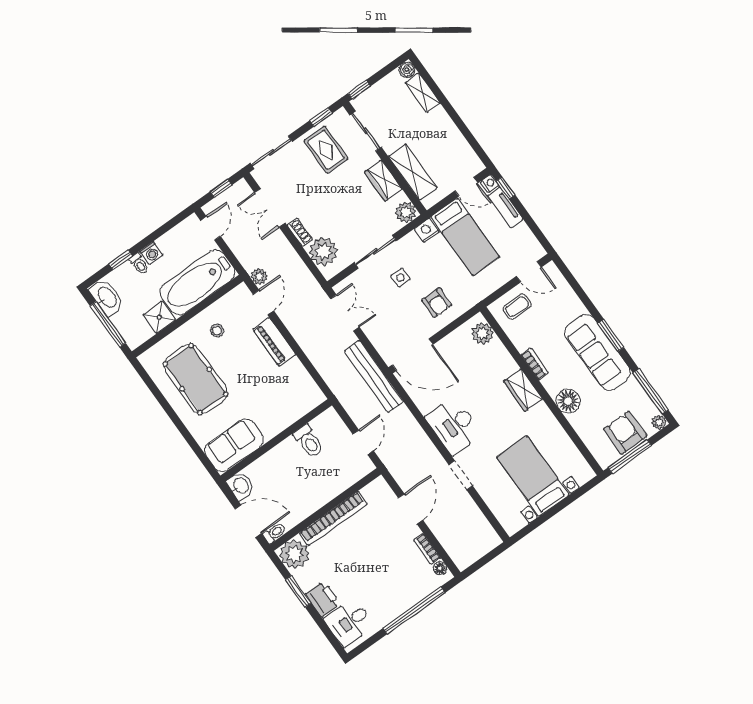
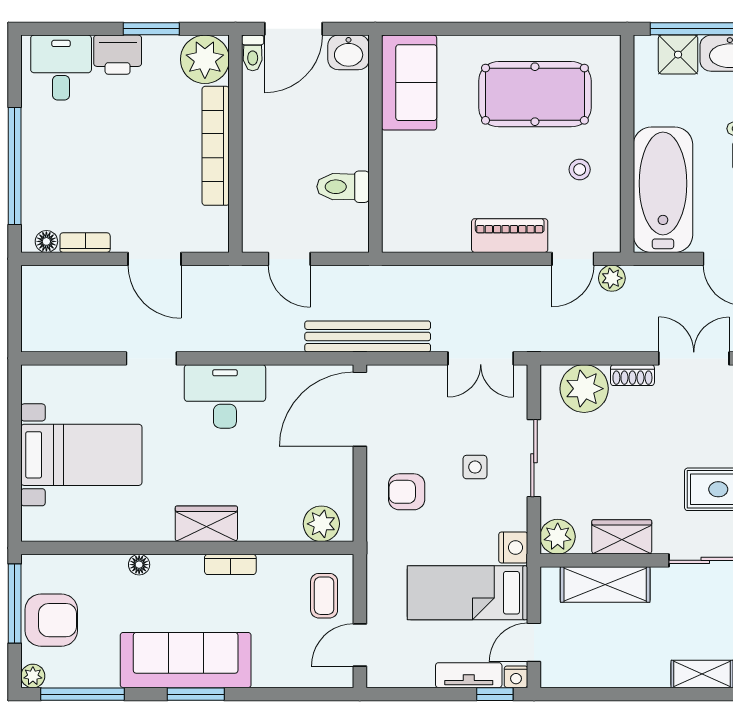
door: (263, 302) -> (573, 259), hinge flipped
shower: (159, 317) -> (678, 55), moved
floor lamp: (568, 401) -> (139, 565), width x0.53, depth x0.53

